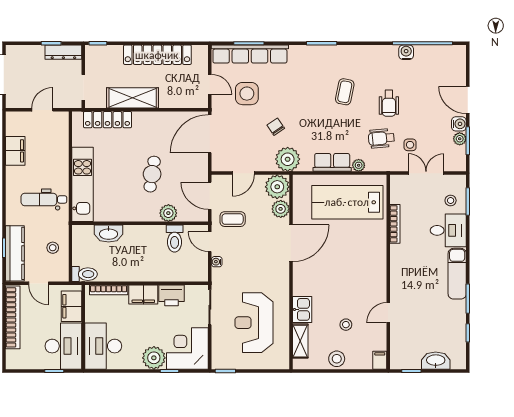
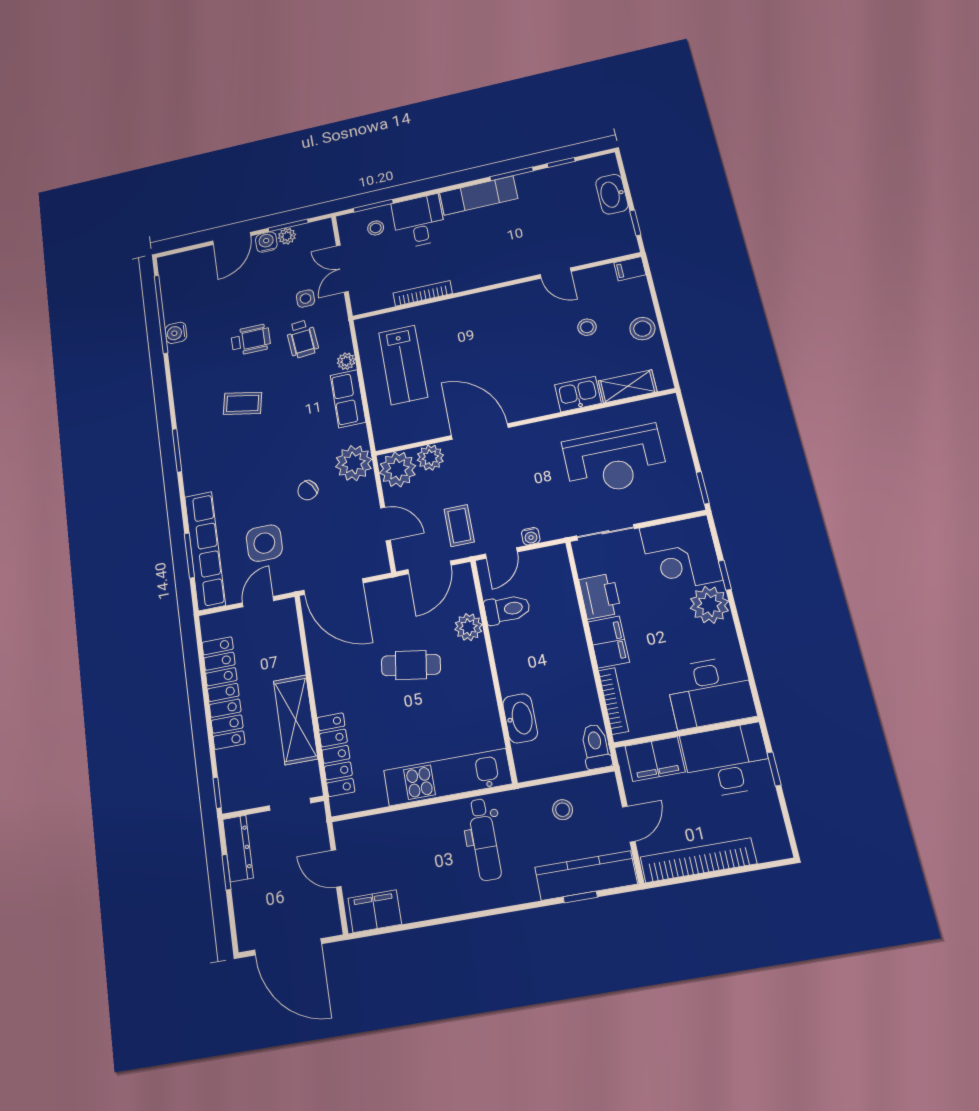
filing cabinet: (15, 151) -> (375, 911), moved
lab bench: (347, 202) -> (403, 365), width x0.73, depth x0.72

